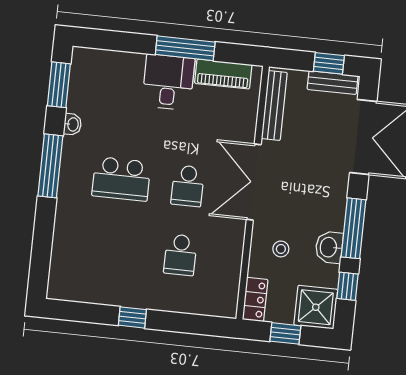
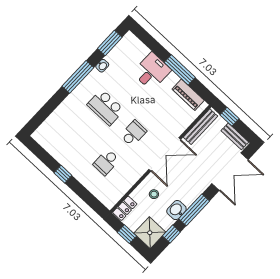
window: (329, 63) -> (229, 117), moved
desk: (168, 82) -> (152, 71), moved
double door: (254, 182) -> (165, 154), swing flipped
school desk: (188, 186) -> (133, 133), turned 180

